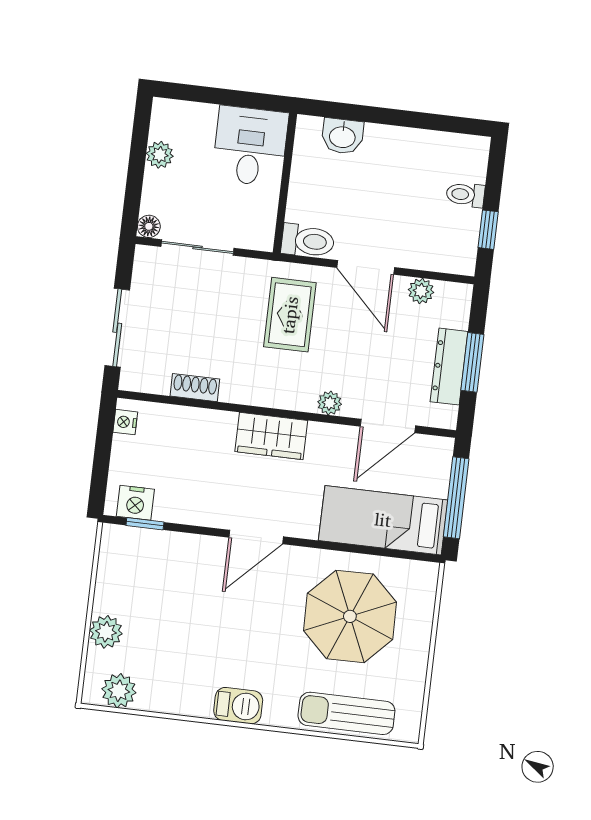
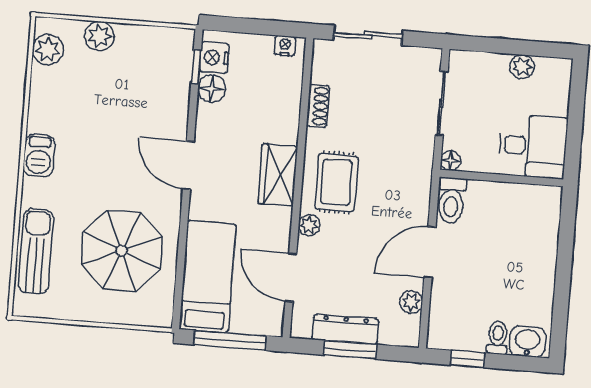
washbasin: (342, 136) -> (527, 342), moved, turned 90
floor lamp: (149, 226) -> (451, 161), moved
rug: (290, 315) -> (336, 182), moved, turned 90
floor lamp: (170, 507) -> (212, 89), added

